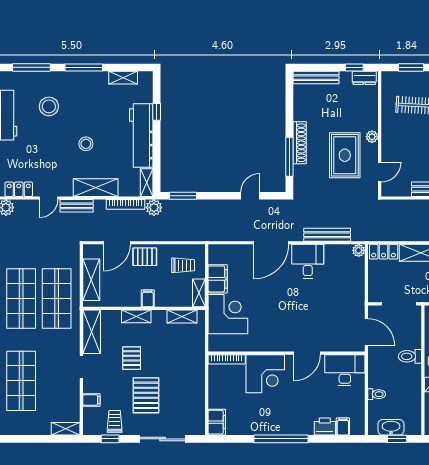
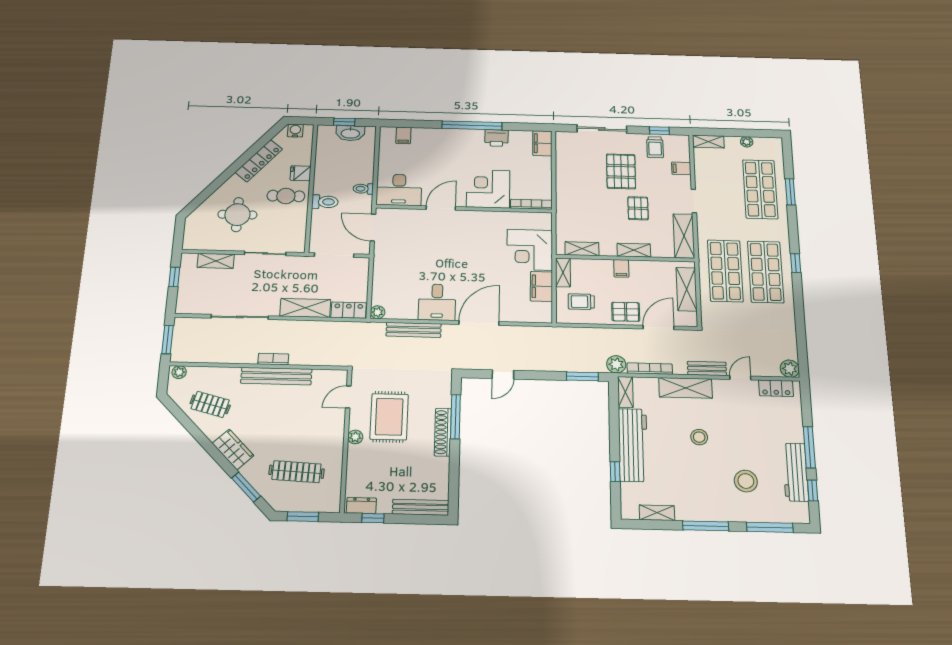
toilet: (377, 394) -> (363, 189), moved
printer: (325, 427) -> (496, 138), moved
plant: (31, 430) -> (747, 142), added

